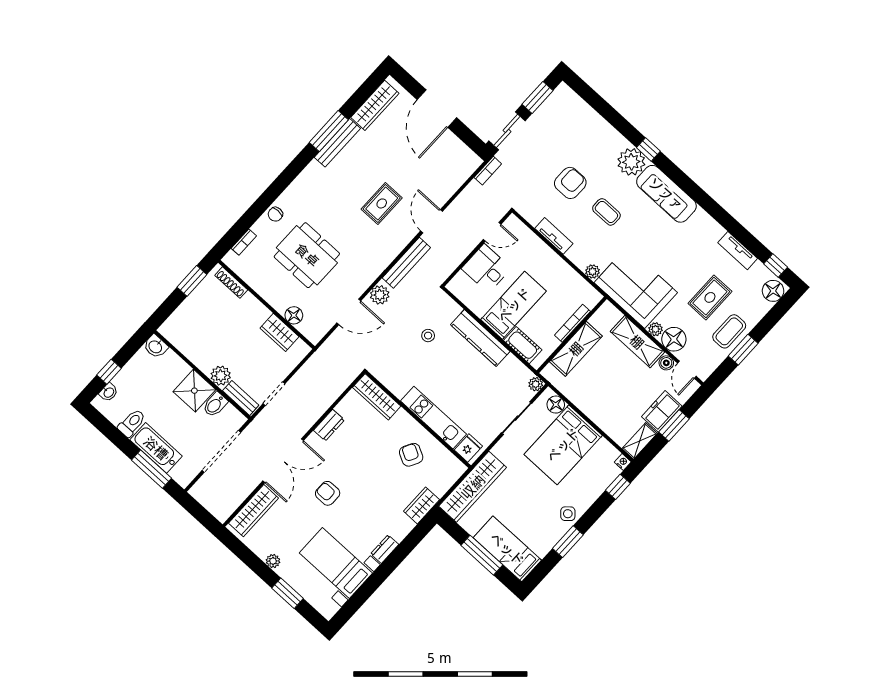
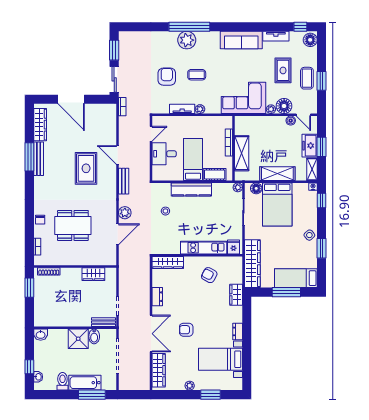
window: (648, 149) -> (189, 27), width x3.17
sofa: (666, 194) -> (241, 40), moved
rug: (382, 203) -> (86, 168), width x1.36, depth x1.43
bench: (406, 263) -> (124, 181), width x0.73
plant: (593, 272) -> (200, 109), moved
floor lamp: (294, 315) -> (93, 260), removed
shelving: (637, 342) -> (277, 174), moved
plant: (221, 376) -> (84, 320), removed

